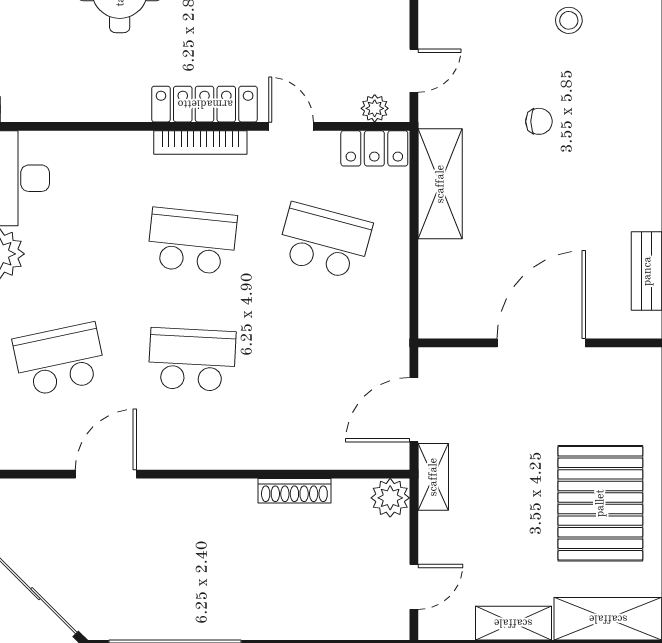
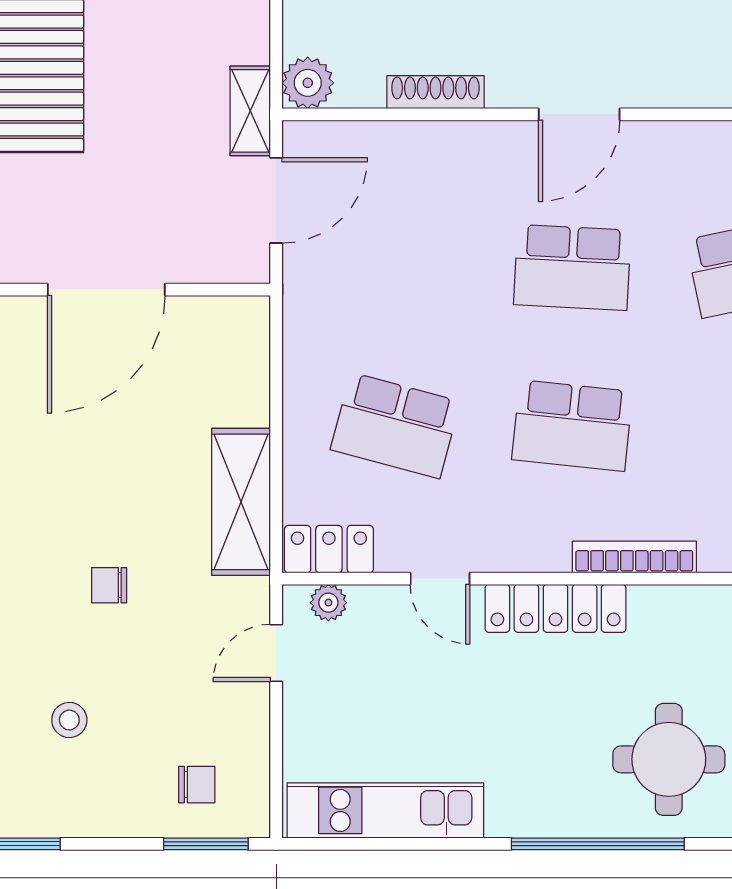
bookcase: (200, 142) -> (634, 557), moved
door: (106, 474) -> (579, 114), moved

